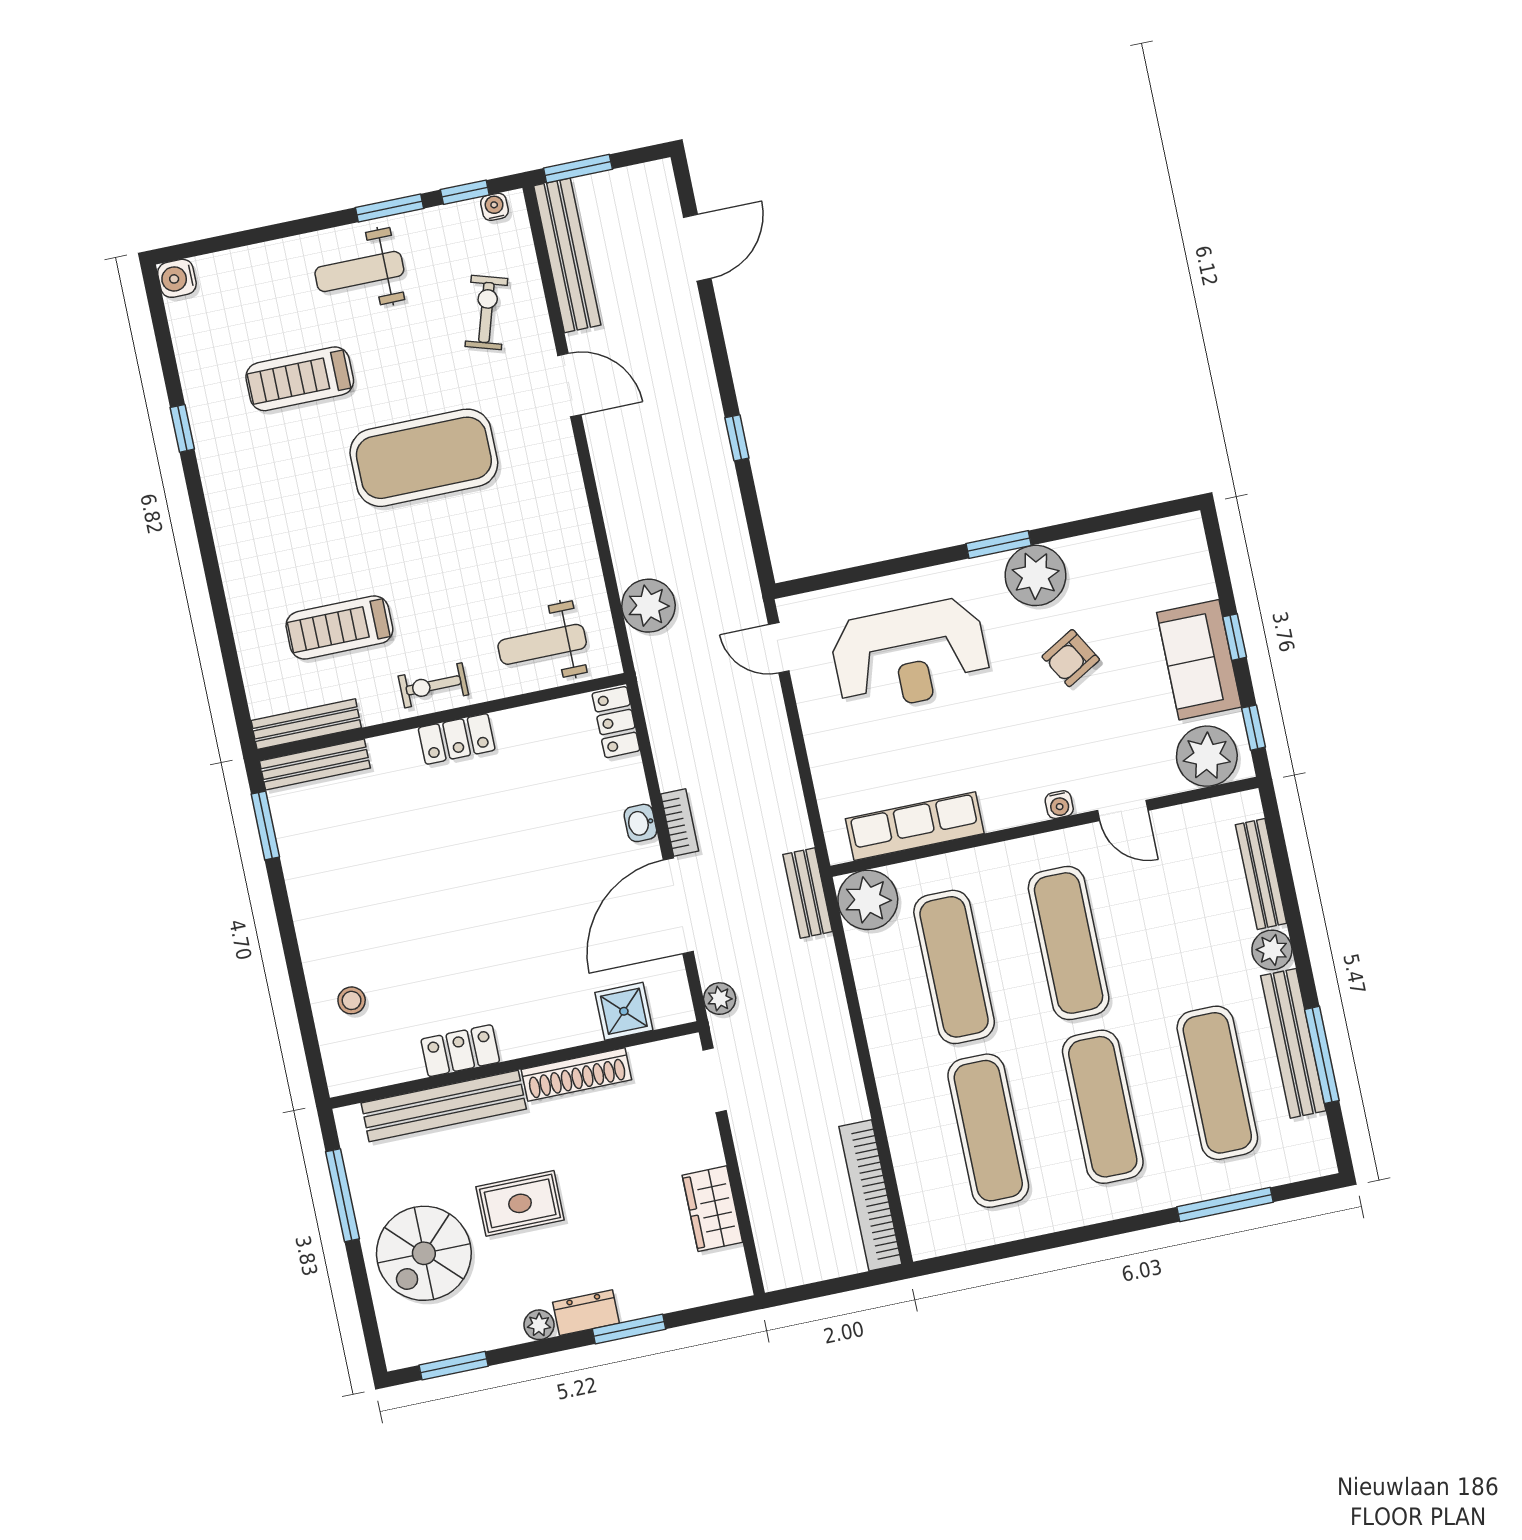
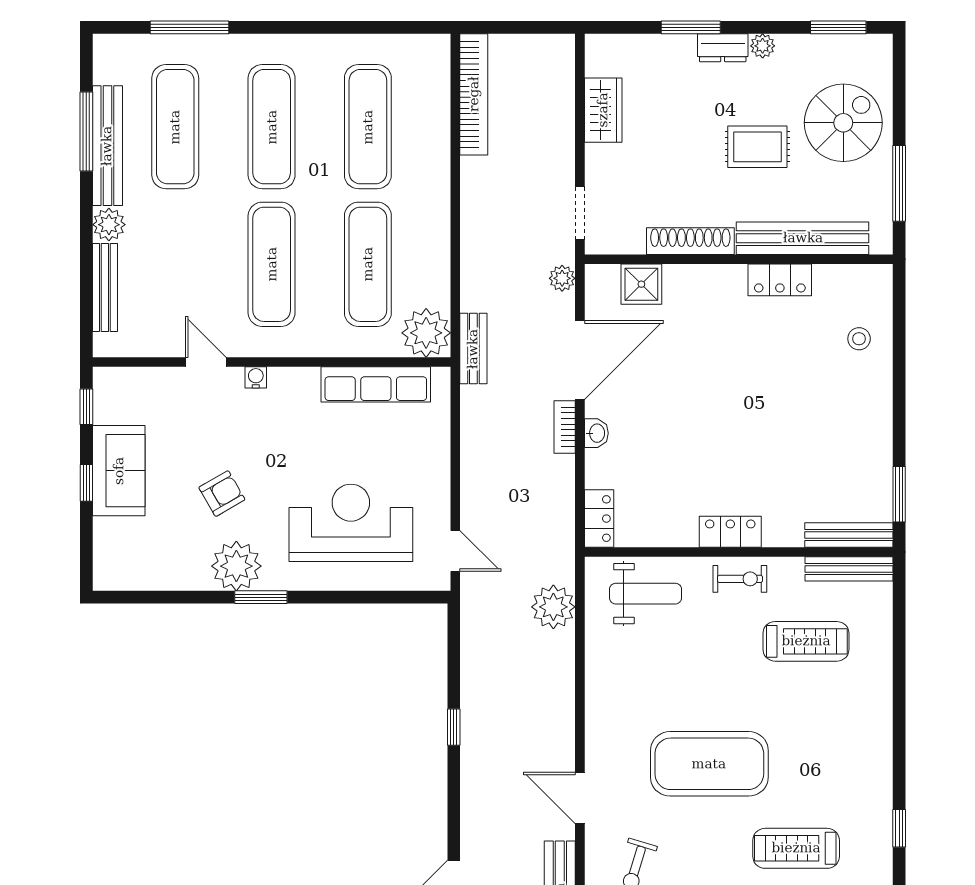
treadmill: (300, 379) -> (796, 848), turned 180
plant: (1207, 756) -> (129, 392), removed

